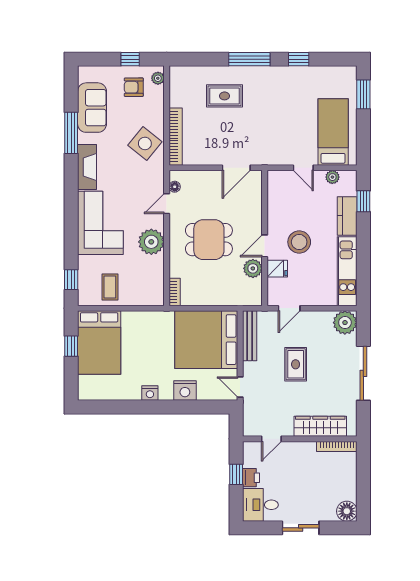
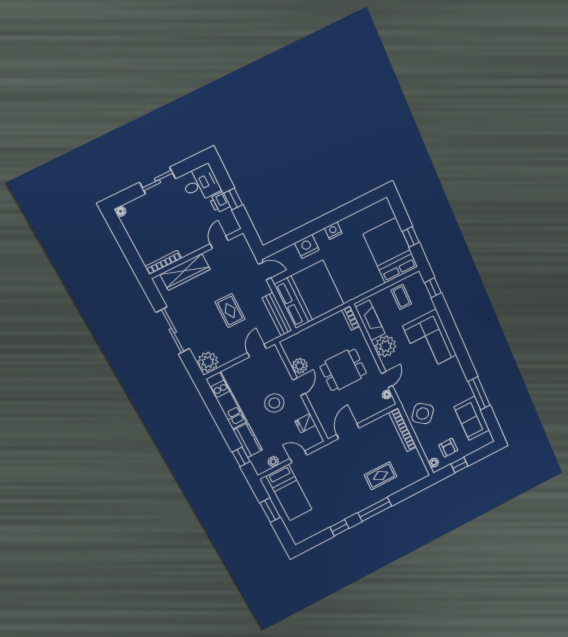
armchair: (134, 87) -> (448, 448), turned 90
window: (363, 94) -> (270, 510), moved
fireplace: (87, 167) -> (370, 320), moved, turned 180
fridge: (277, 269) -> (306, 423), moved
floor lamp: (347, 511) -> (121, 211), width x0.53, depth x0.53

